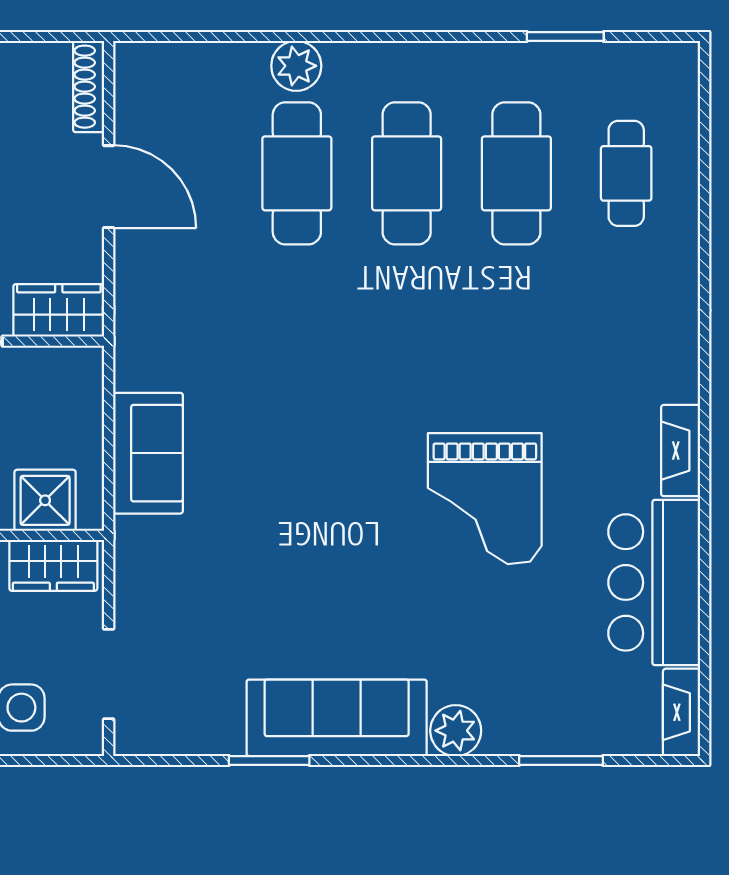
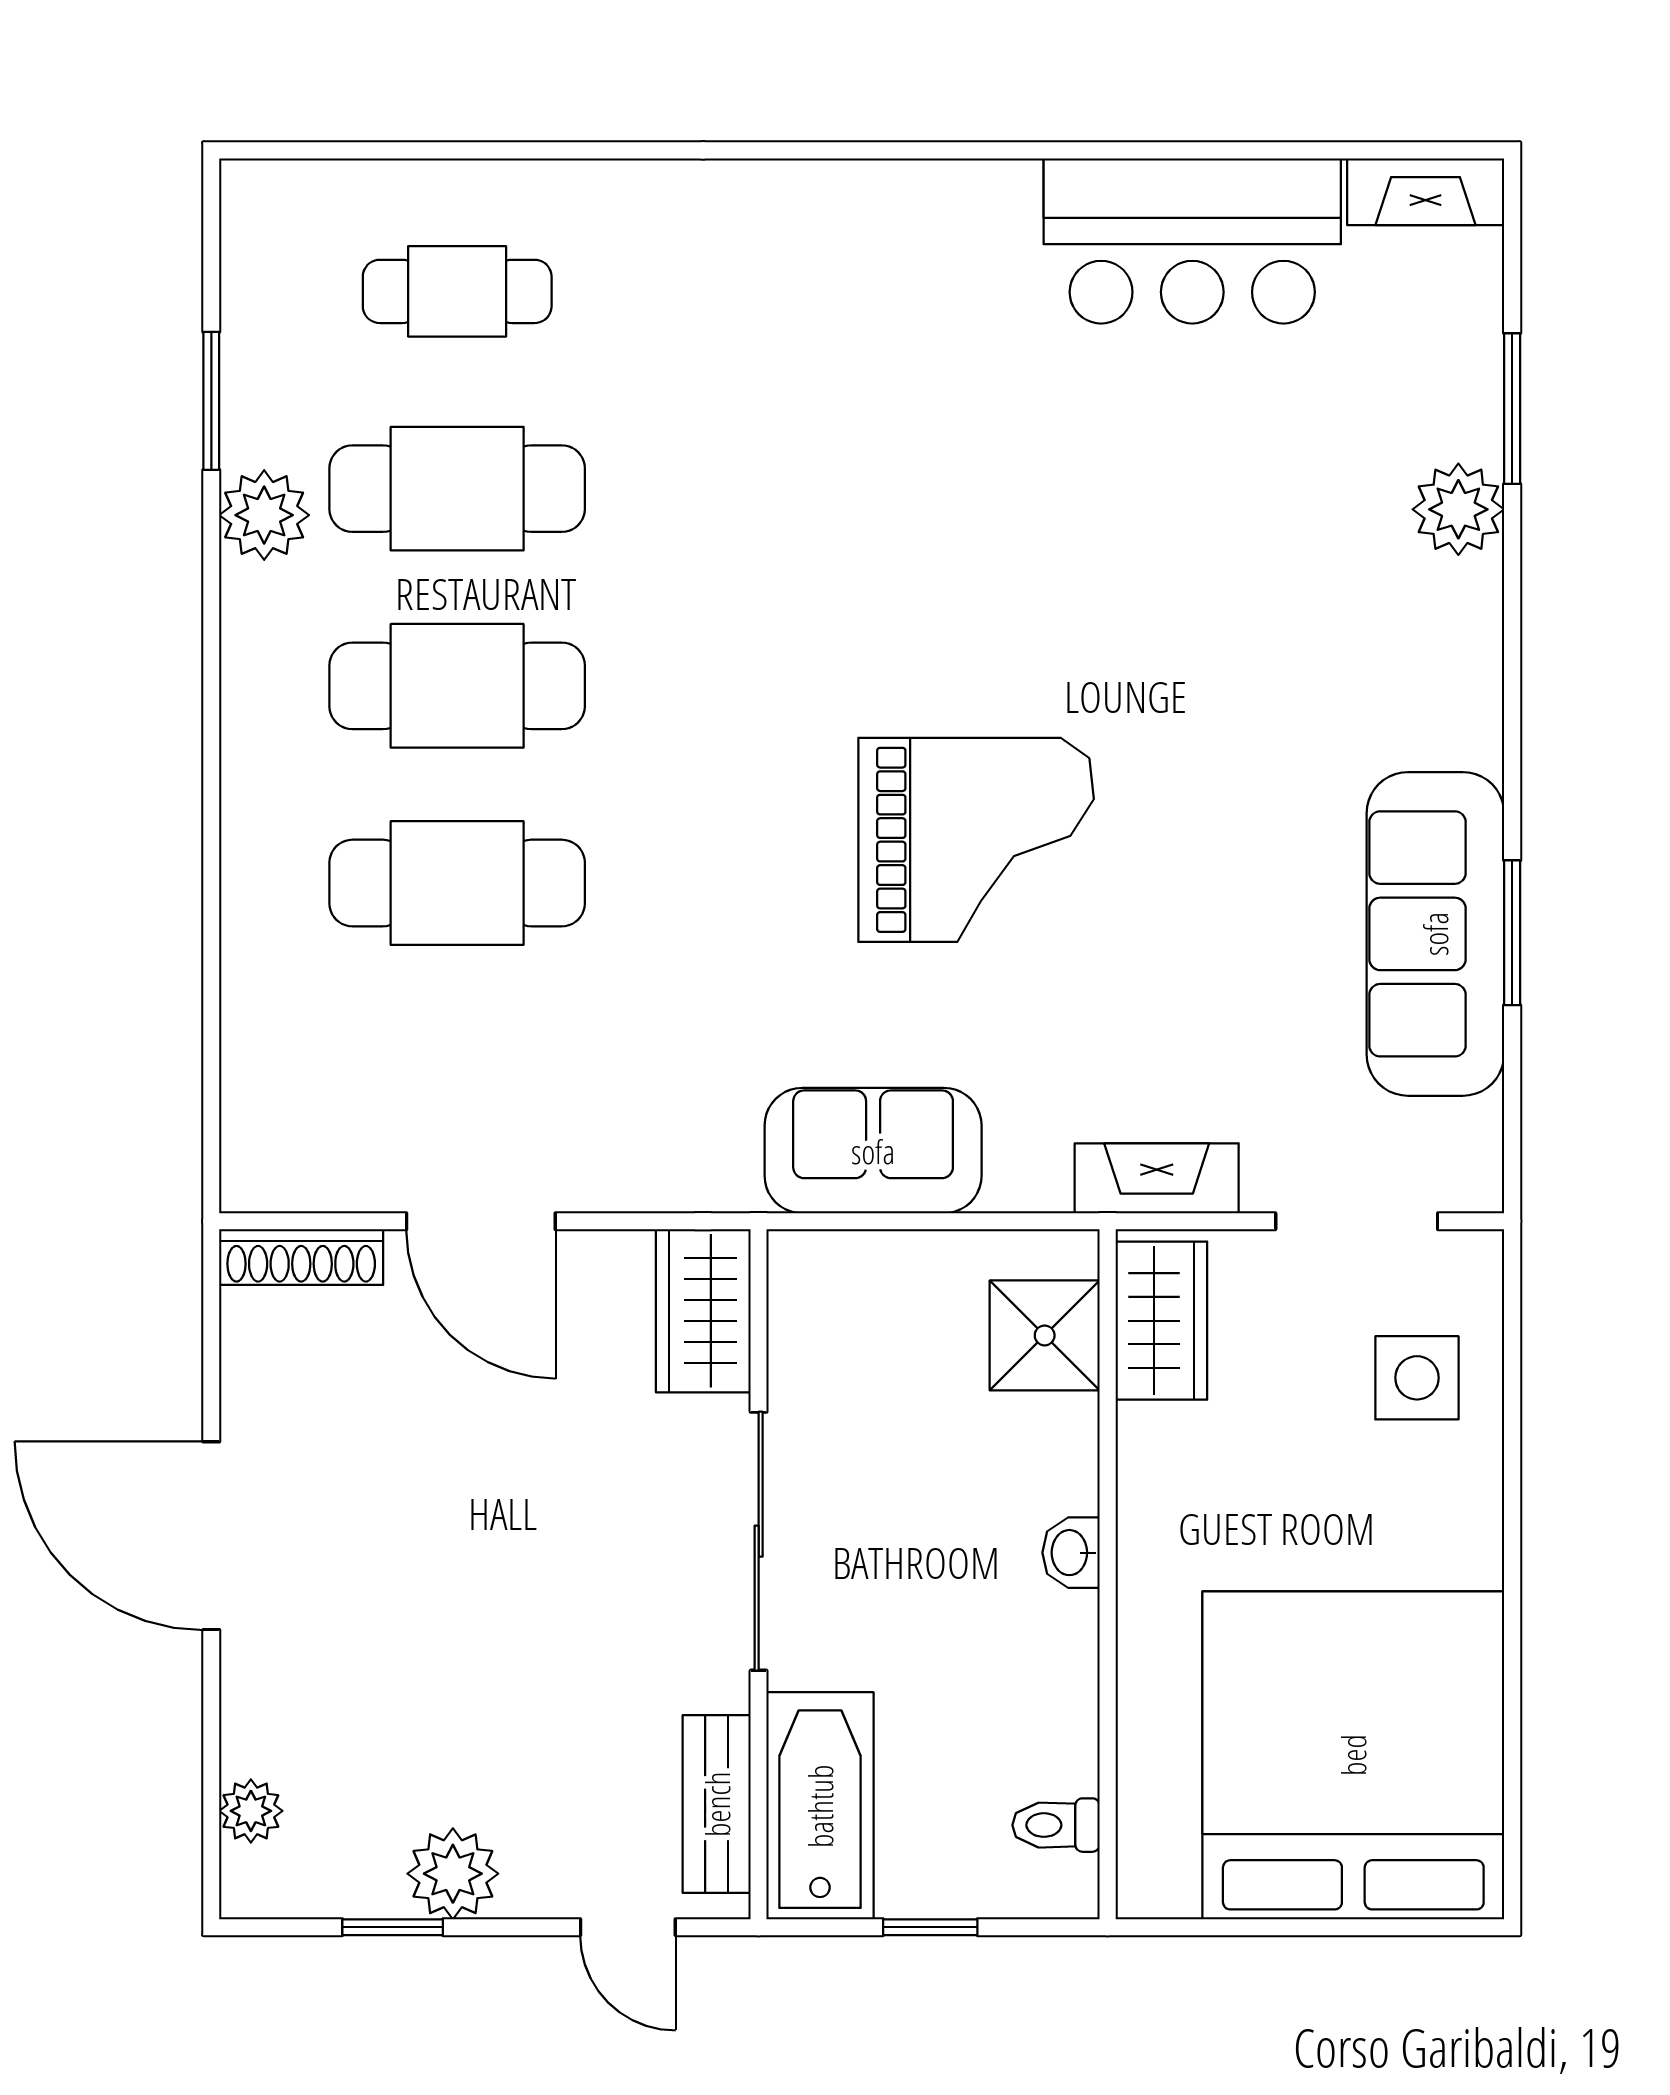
plant: (296, 66) -> (264, 515), moved
door: (109, 187) -> (481, 1221), swing flipped
fireplace: (681, 451) -> (1157, 1178), moved, turned 180
sofa: (148, 453) -> (873, 1151), moved
grand piano: (485, 499) -> (976, 840), moved
sofa: (337, 718) -> (1435, 934), moved
plant: (456, 731) -> (1458, 509), moved

